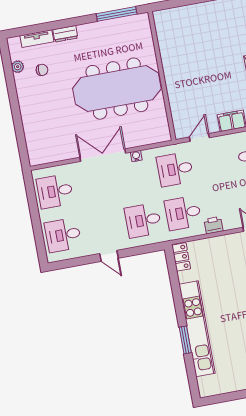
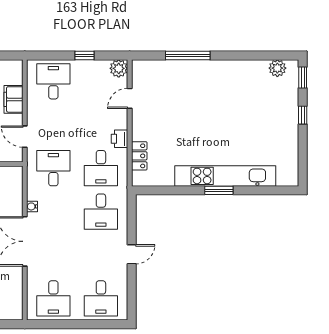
desk: (175, 169) -> (53, 168), turned 180
locker: (181, 257) -> (139, 156), moved, turned 90
window: (185, 340) -> (219, 190), moved

